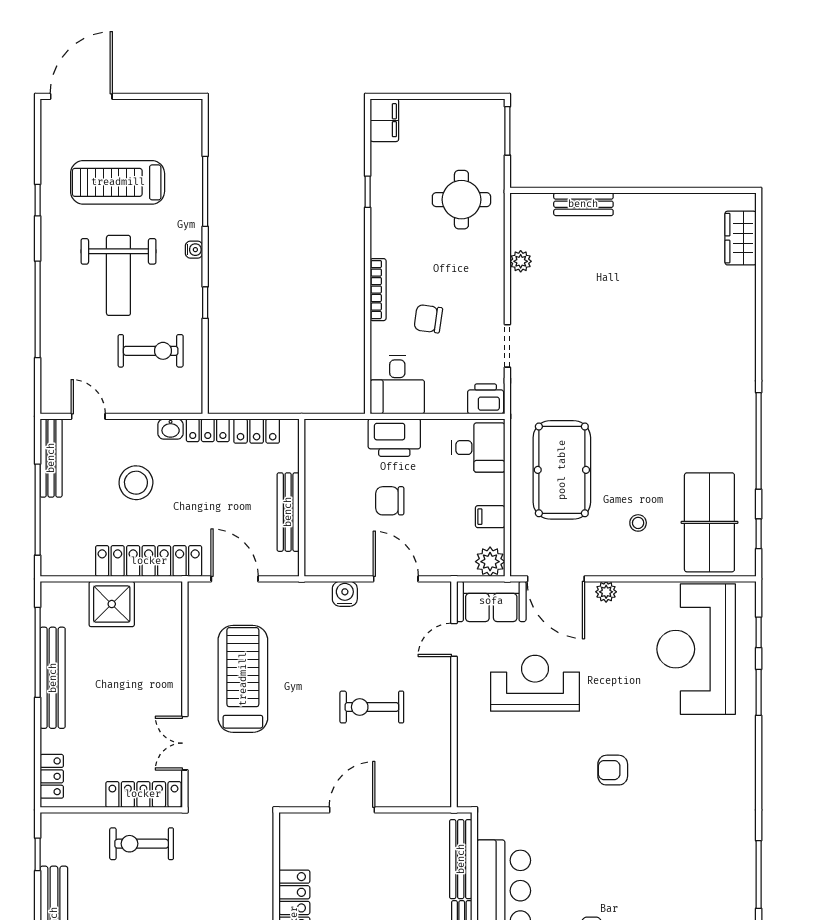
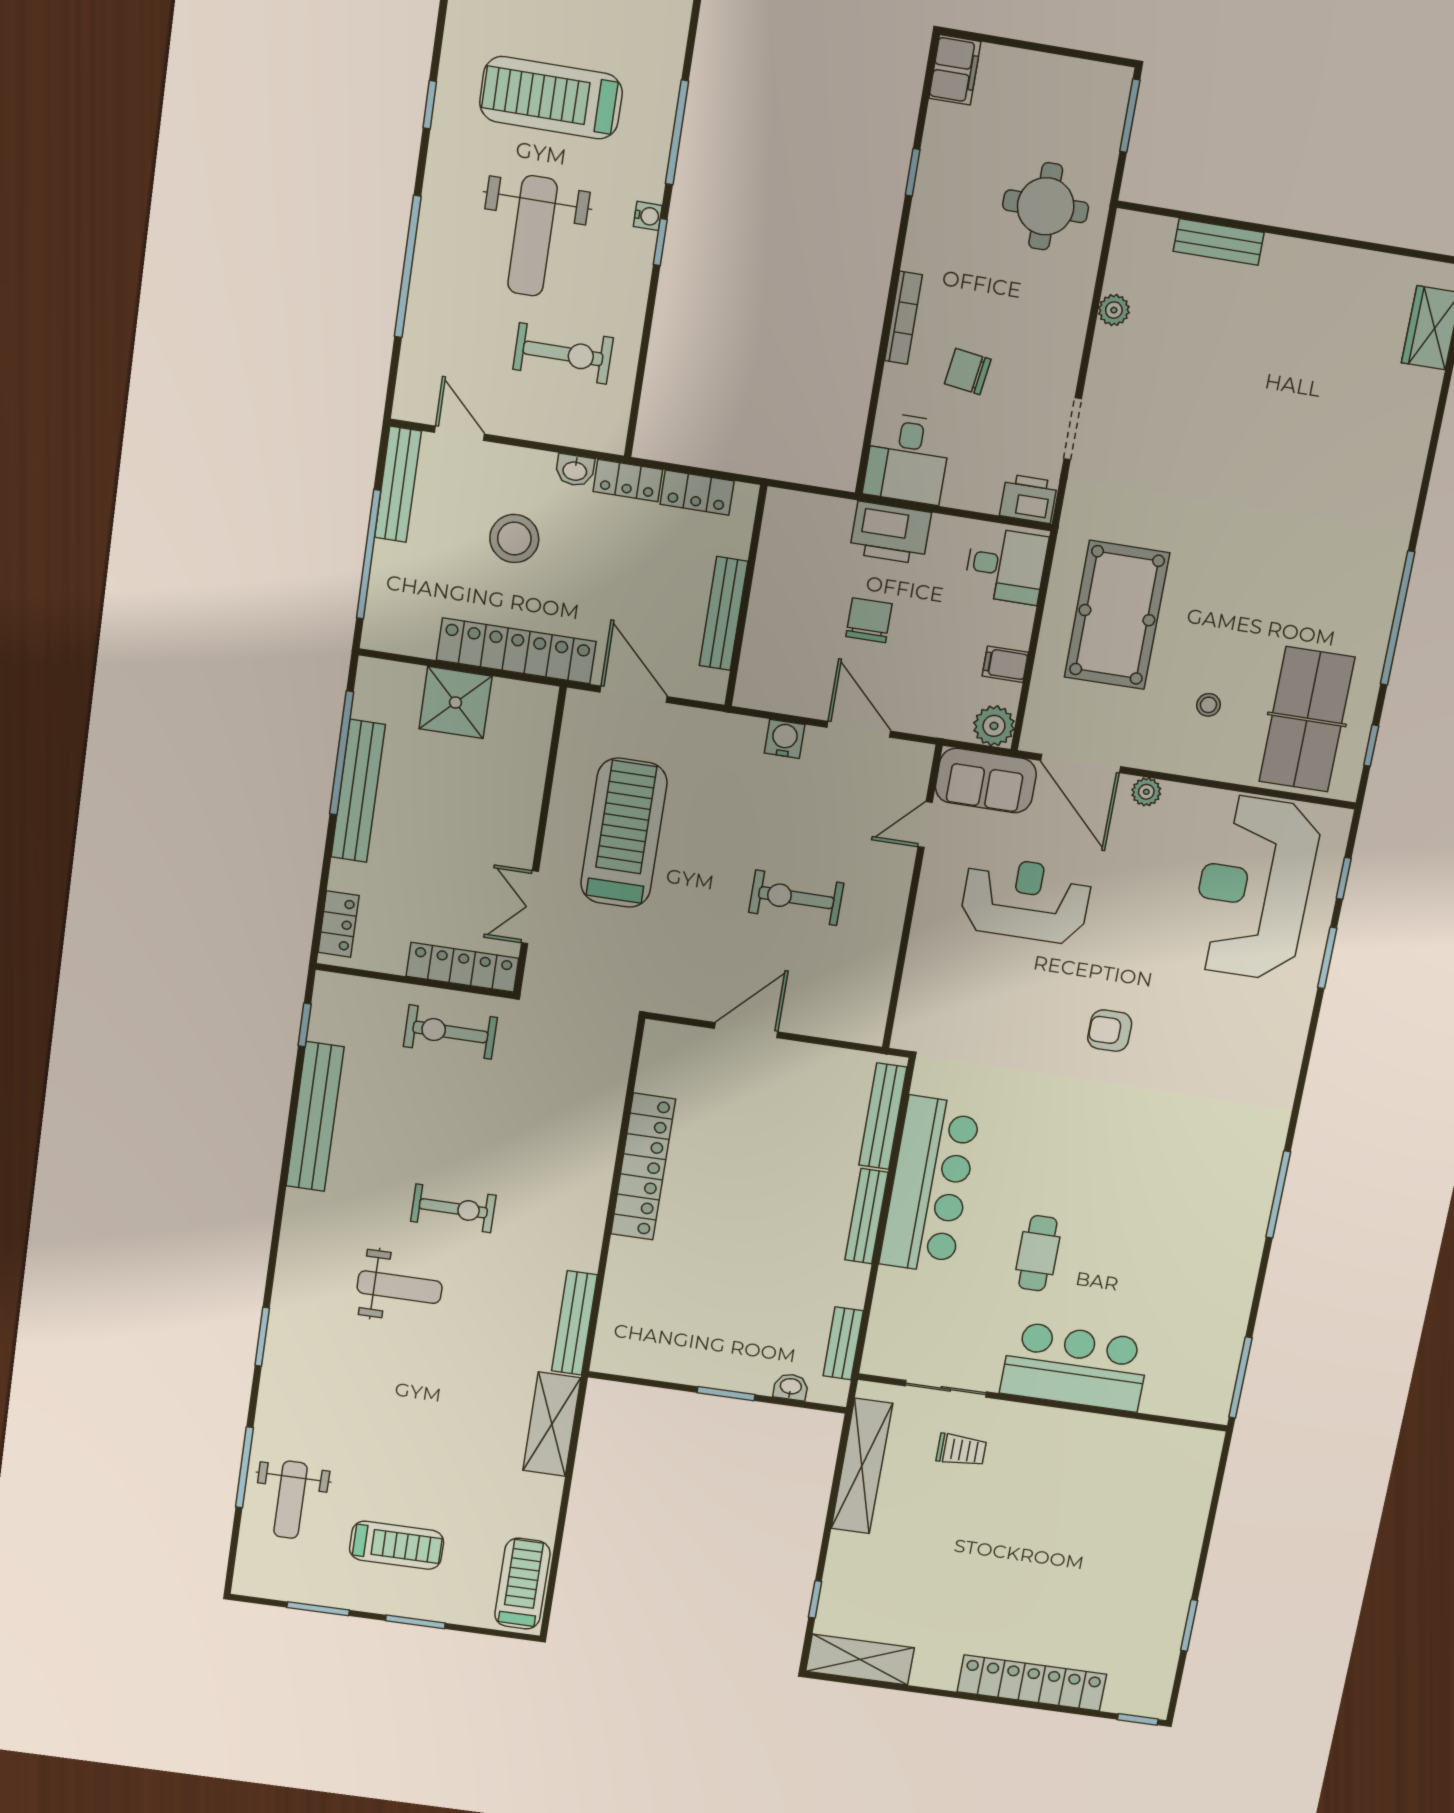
window: (205, 303) -> (660, 242), moved
chair: (390, 501) -> (869, 620), turned 90

